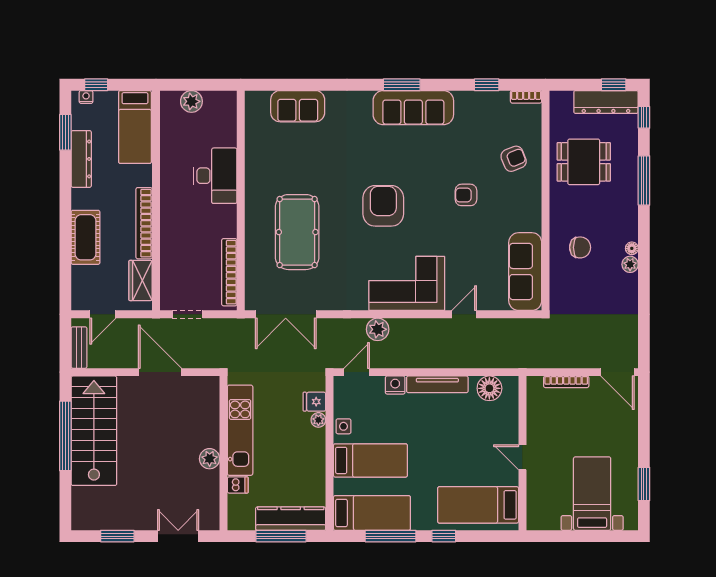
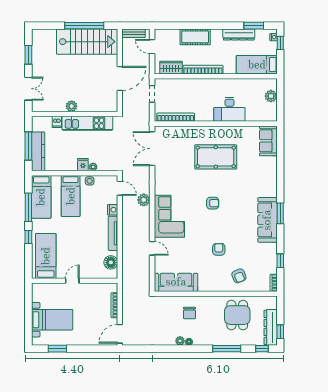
sofa: (298, 106) -> (268, 141), moved
armchair: (383, 206) -> (213, 203), width x0.53, depth x0.53
pool table: (297, 232) -> (216, 157), moved
fridge: (314, 402) -> (83, 165), moved

